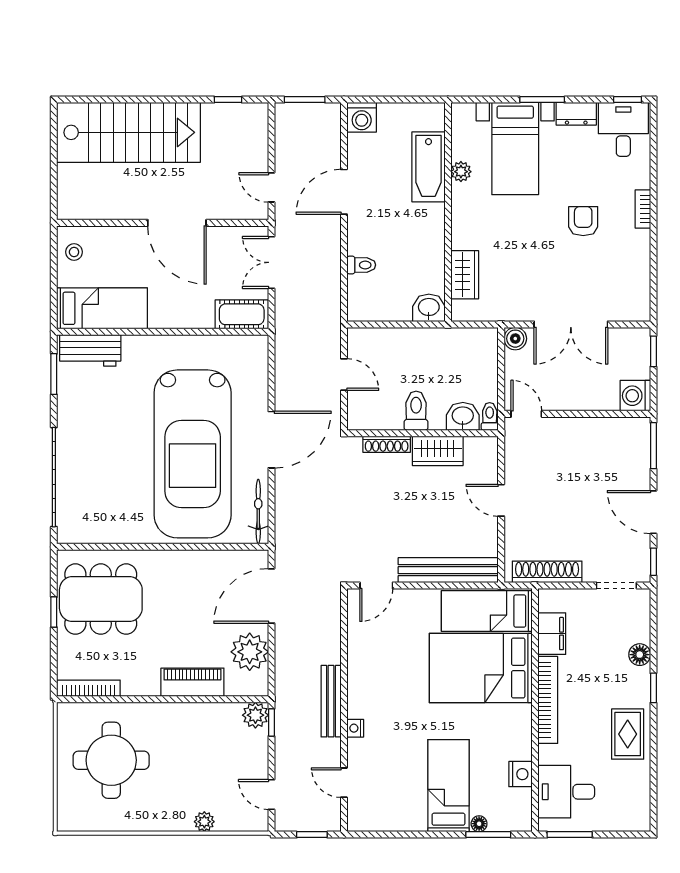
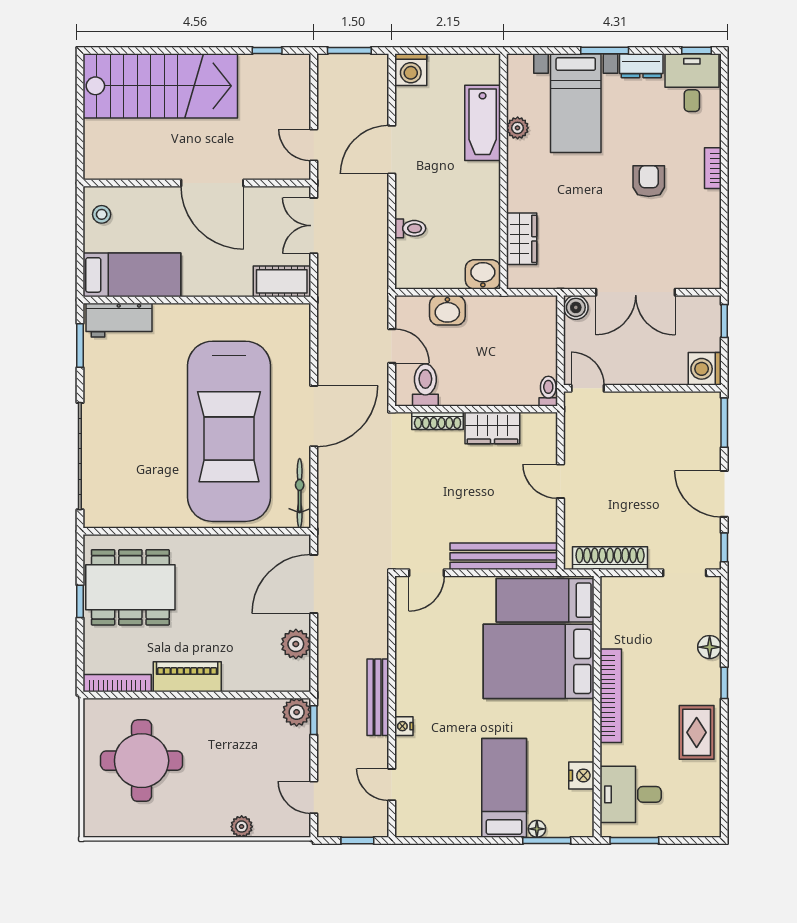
toilet: (416, 411) -> (425, 385), moved
washbasin: (463, 416) -> (447, 310), moved, turned 180
filing cabinet: (552, 634) -> (615, 625), removed
plant: (250, 652) -> (296, 644), width x0.73, depth x0.73
piano: (192, 682) -> (187, 677), moved

